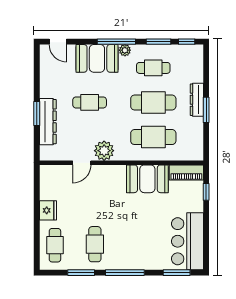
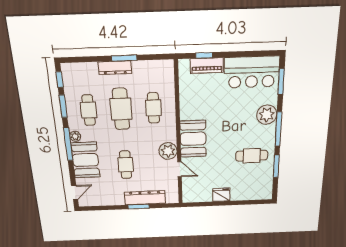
cafe table: (153, 137) -> (153, 108), width x0.73, depth x0.74
piano: (186, 172) -> (207, 66), moved, turned 90
booth: (147, 179) -> (193, 139), moved
cafe table: (55, 245) -> (251, 188), removed
plant: (141, 259) -> (267, 115), added

